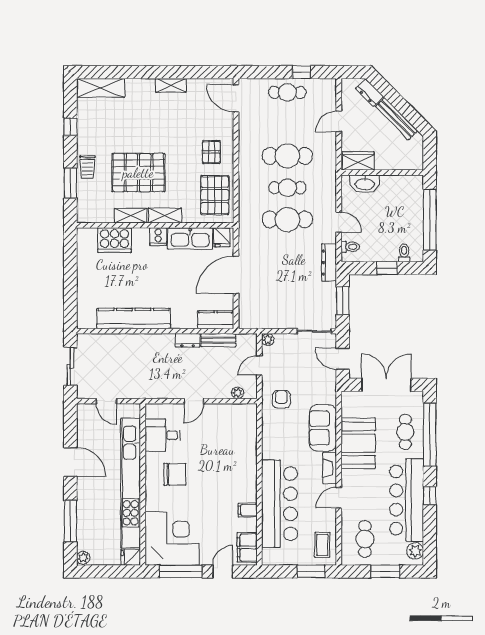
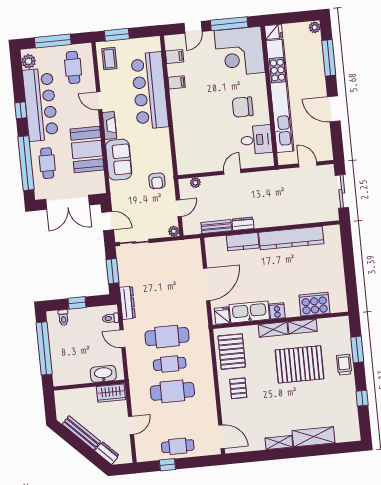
shelving: (101, 88) -> (314, 437), moved
kitchen counter: (216, 320) -> (243, 242), moved
door: (339, 498) -> (99, 101), swing flipped
filing cabinet: (247, 547) -> (175, 57), width x0.50
window: (385, 571) -> (53, 41), width x1.44

